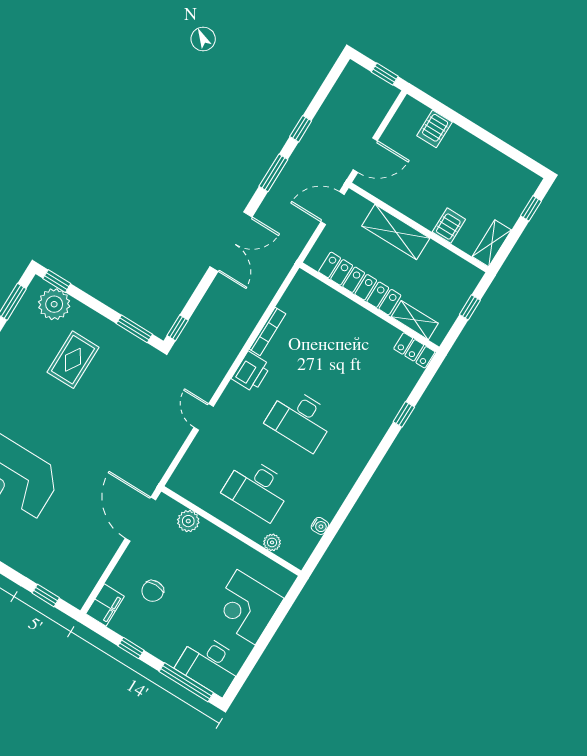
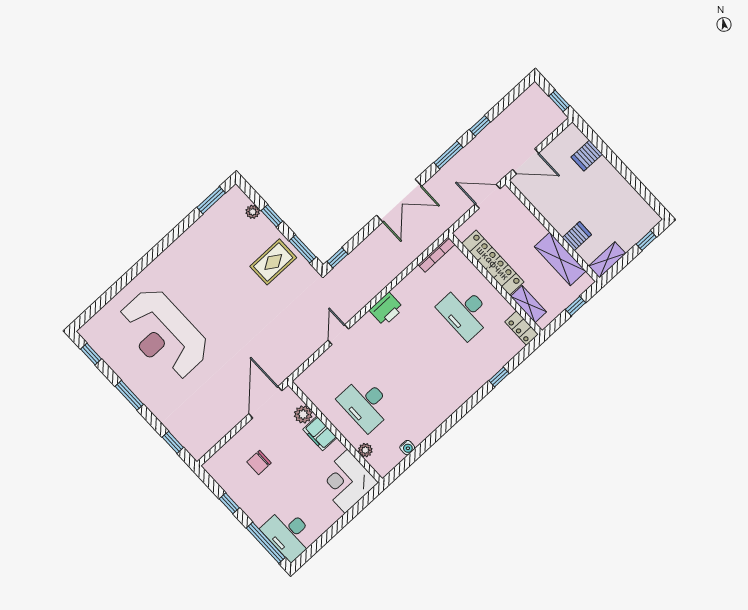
shelving: (396, 232) -> (560, 259), moved
window: (57, 281) -> (272, 216), moved
plant: (54, 304) -> (253, 212), width x0.53, depth x0.53
bookcase: (267, 331) -> (437, 255), moved
rug: (73, 360) -> (273, 262), moved
desk: (300, 419) -> (465, 312), moved
filing cabinet: (105, 605) -> (320, 433), moved, turned 90
corner desk: (246, 607) -> (346, 481), moved

